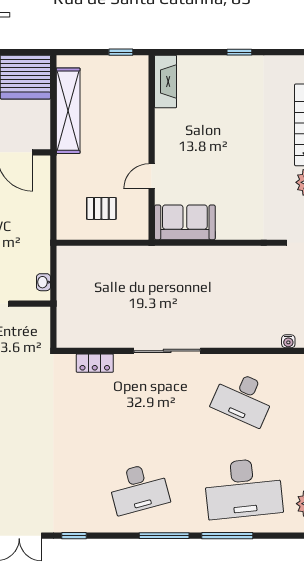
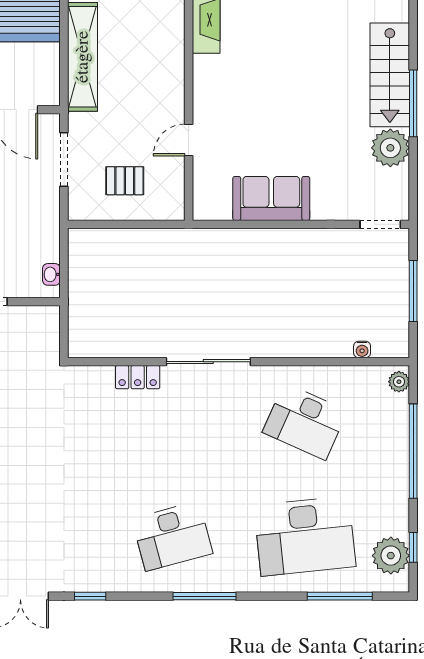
doorway: (53, 192) -> (64, 160), added
sofa: (185, 222) -> (271, 198), moved
locker: (95, 363) -> (138, 377), moved
window: (227, 536) -> (340, 596), moved

